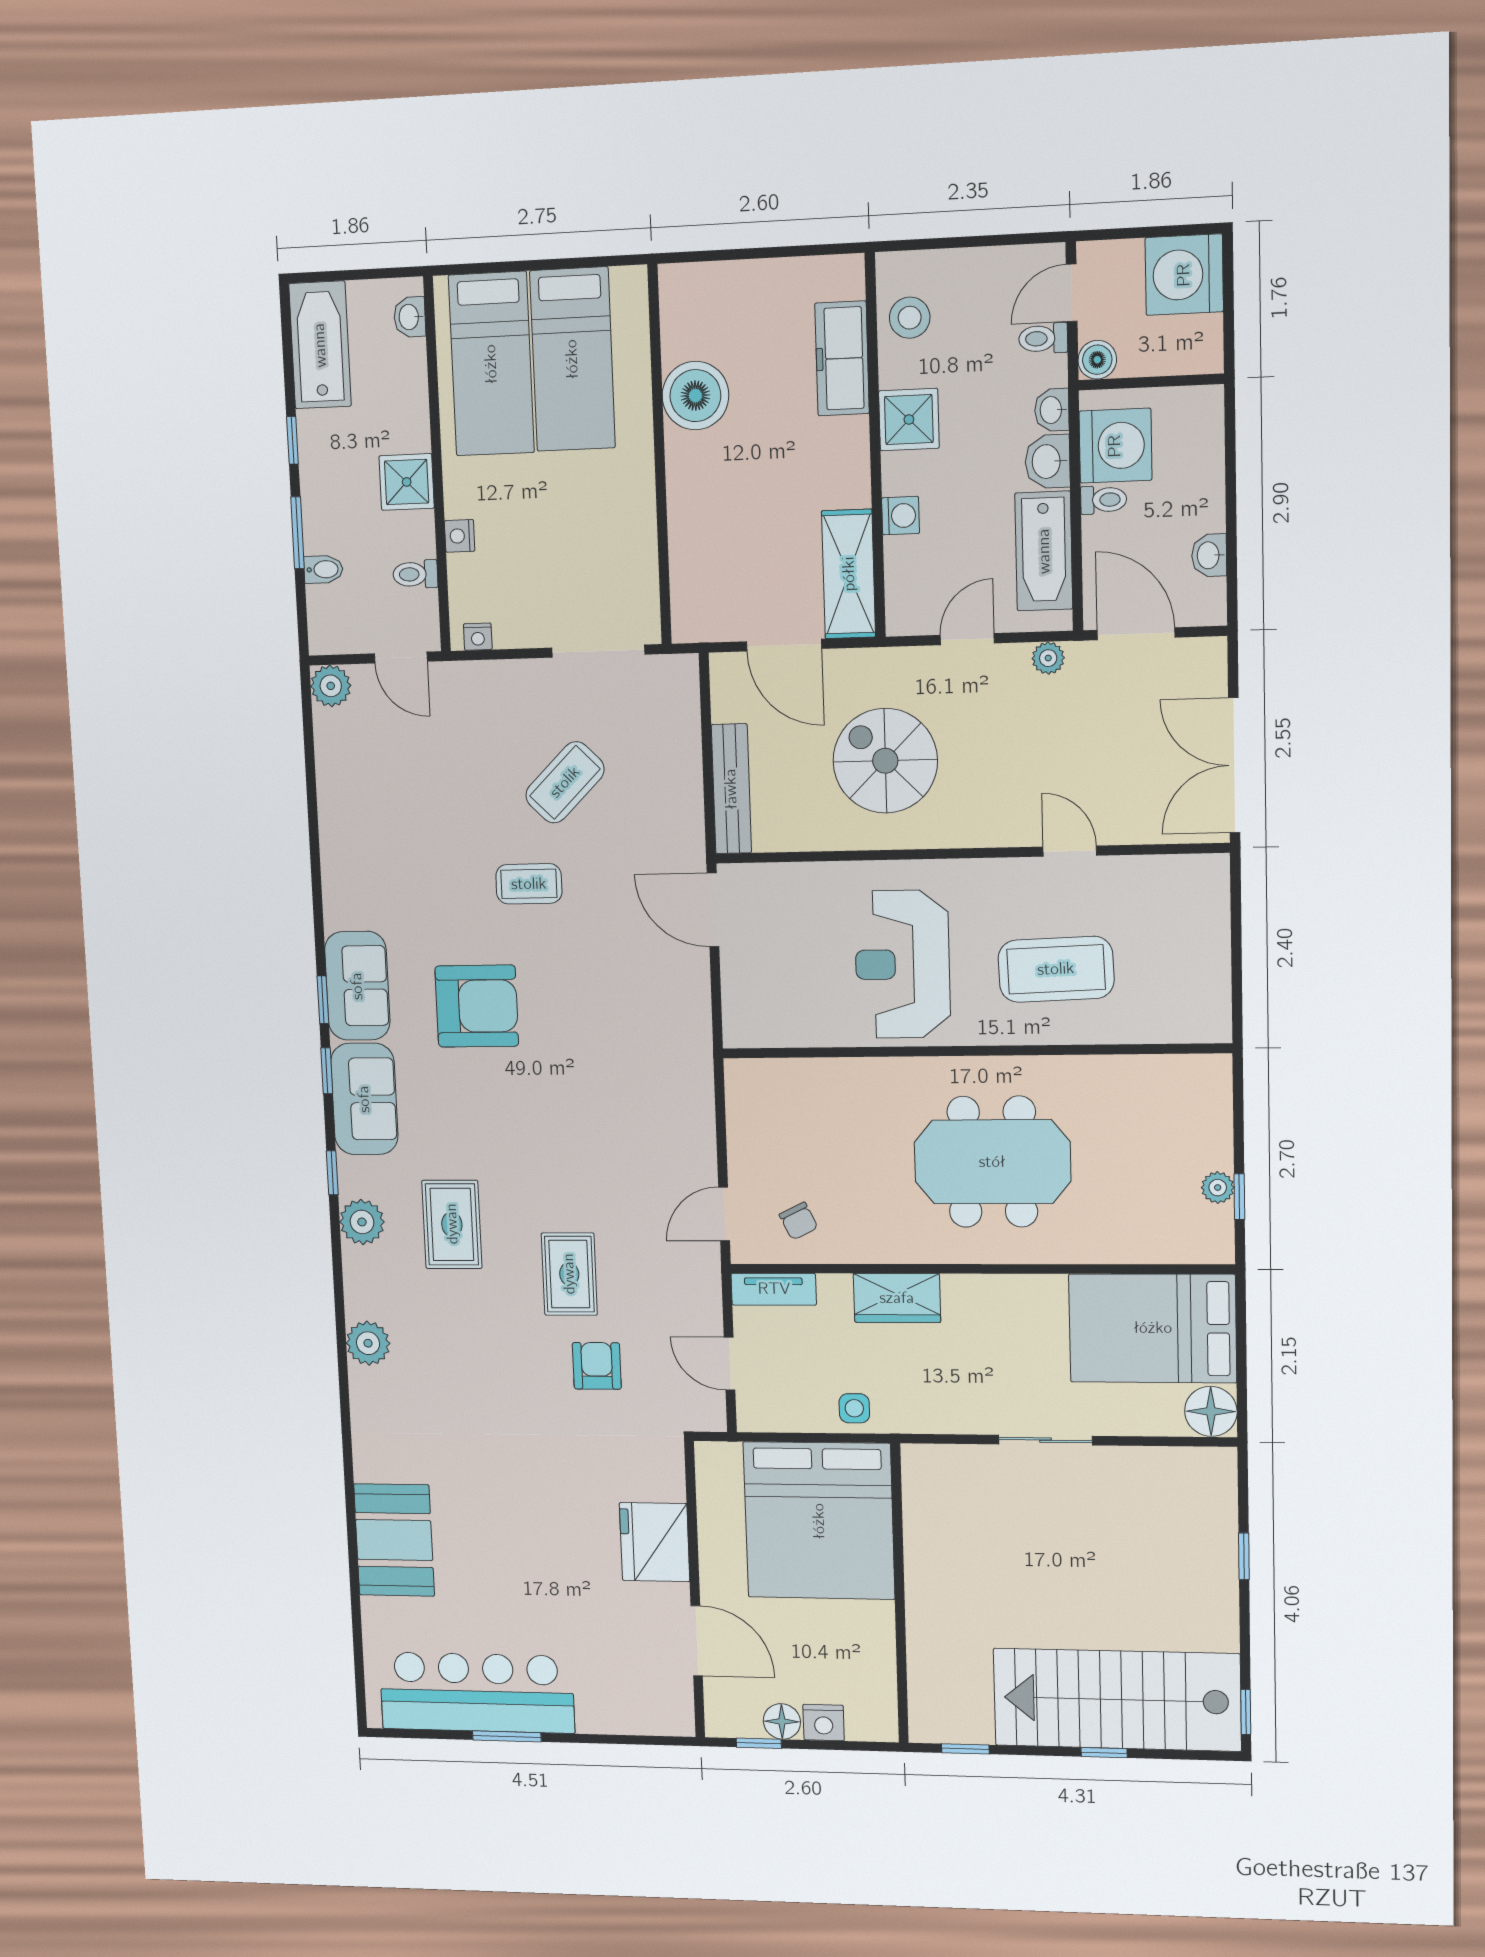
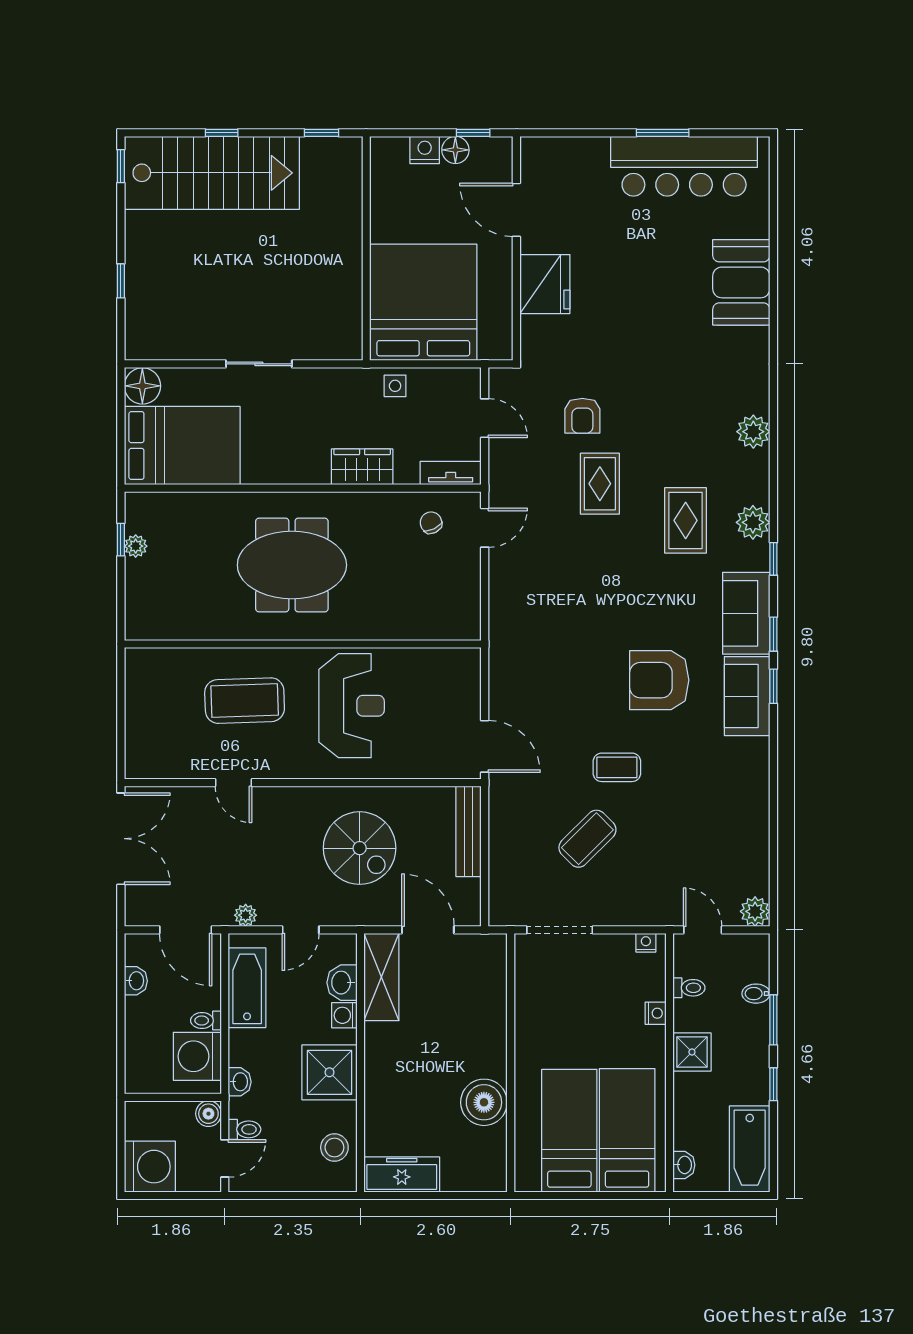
freezer: (842, 358) -> (402, 1175), moved, turned -90
shower: (909, 420) -> (329, 1072), width x1.36, depth x1.36
washbasin: (1047, 461) -> (342, 983), moved, turned 180

